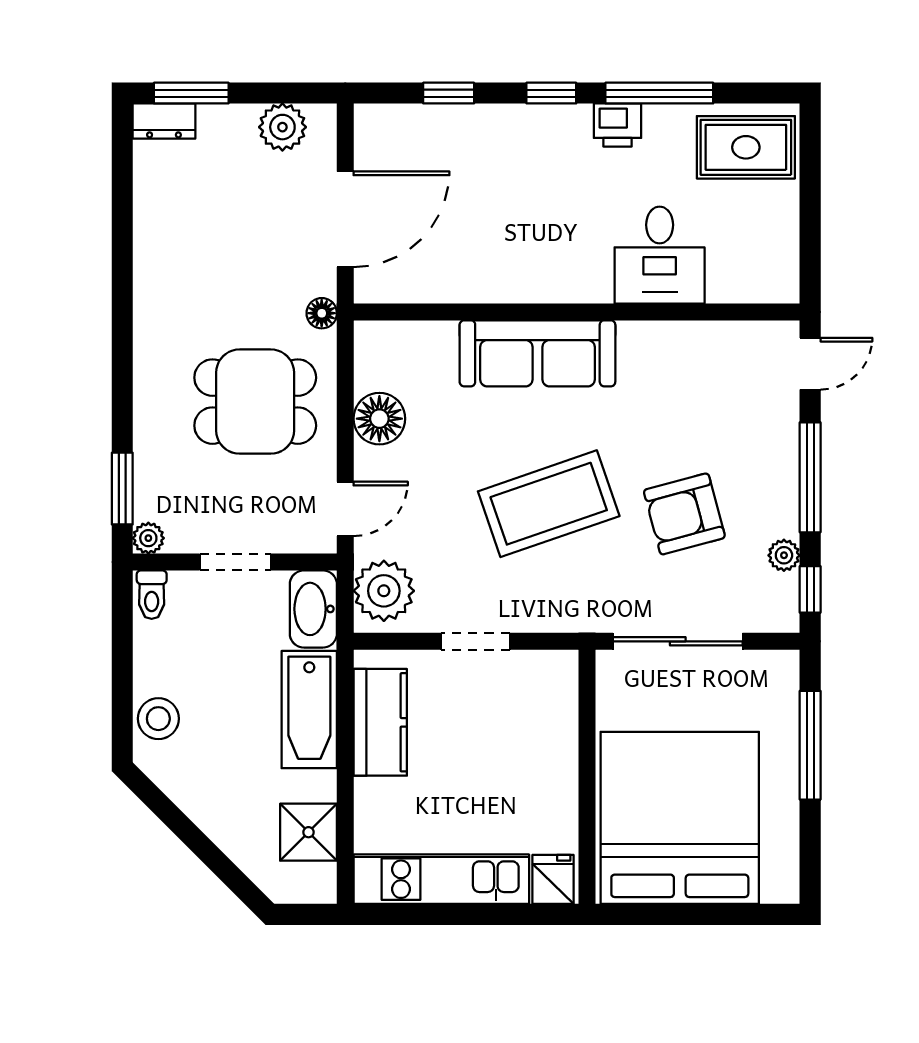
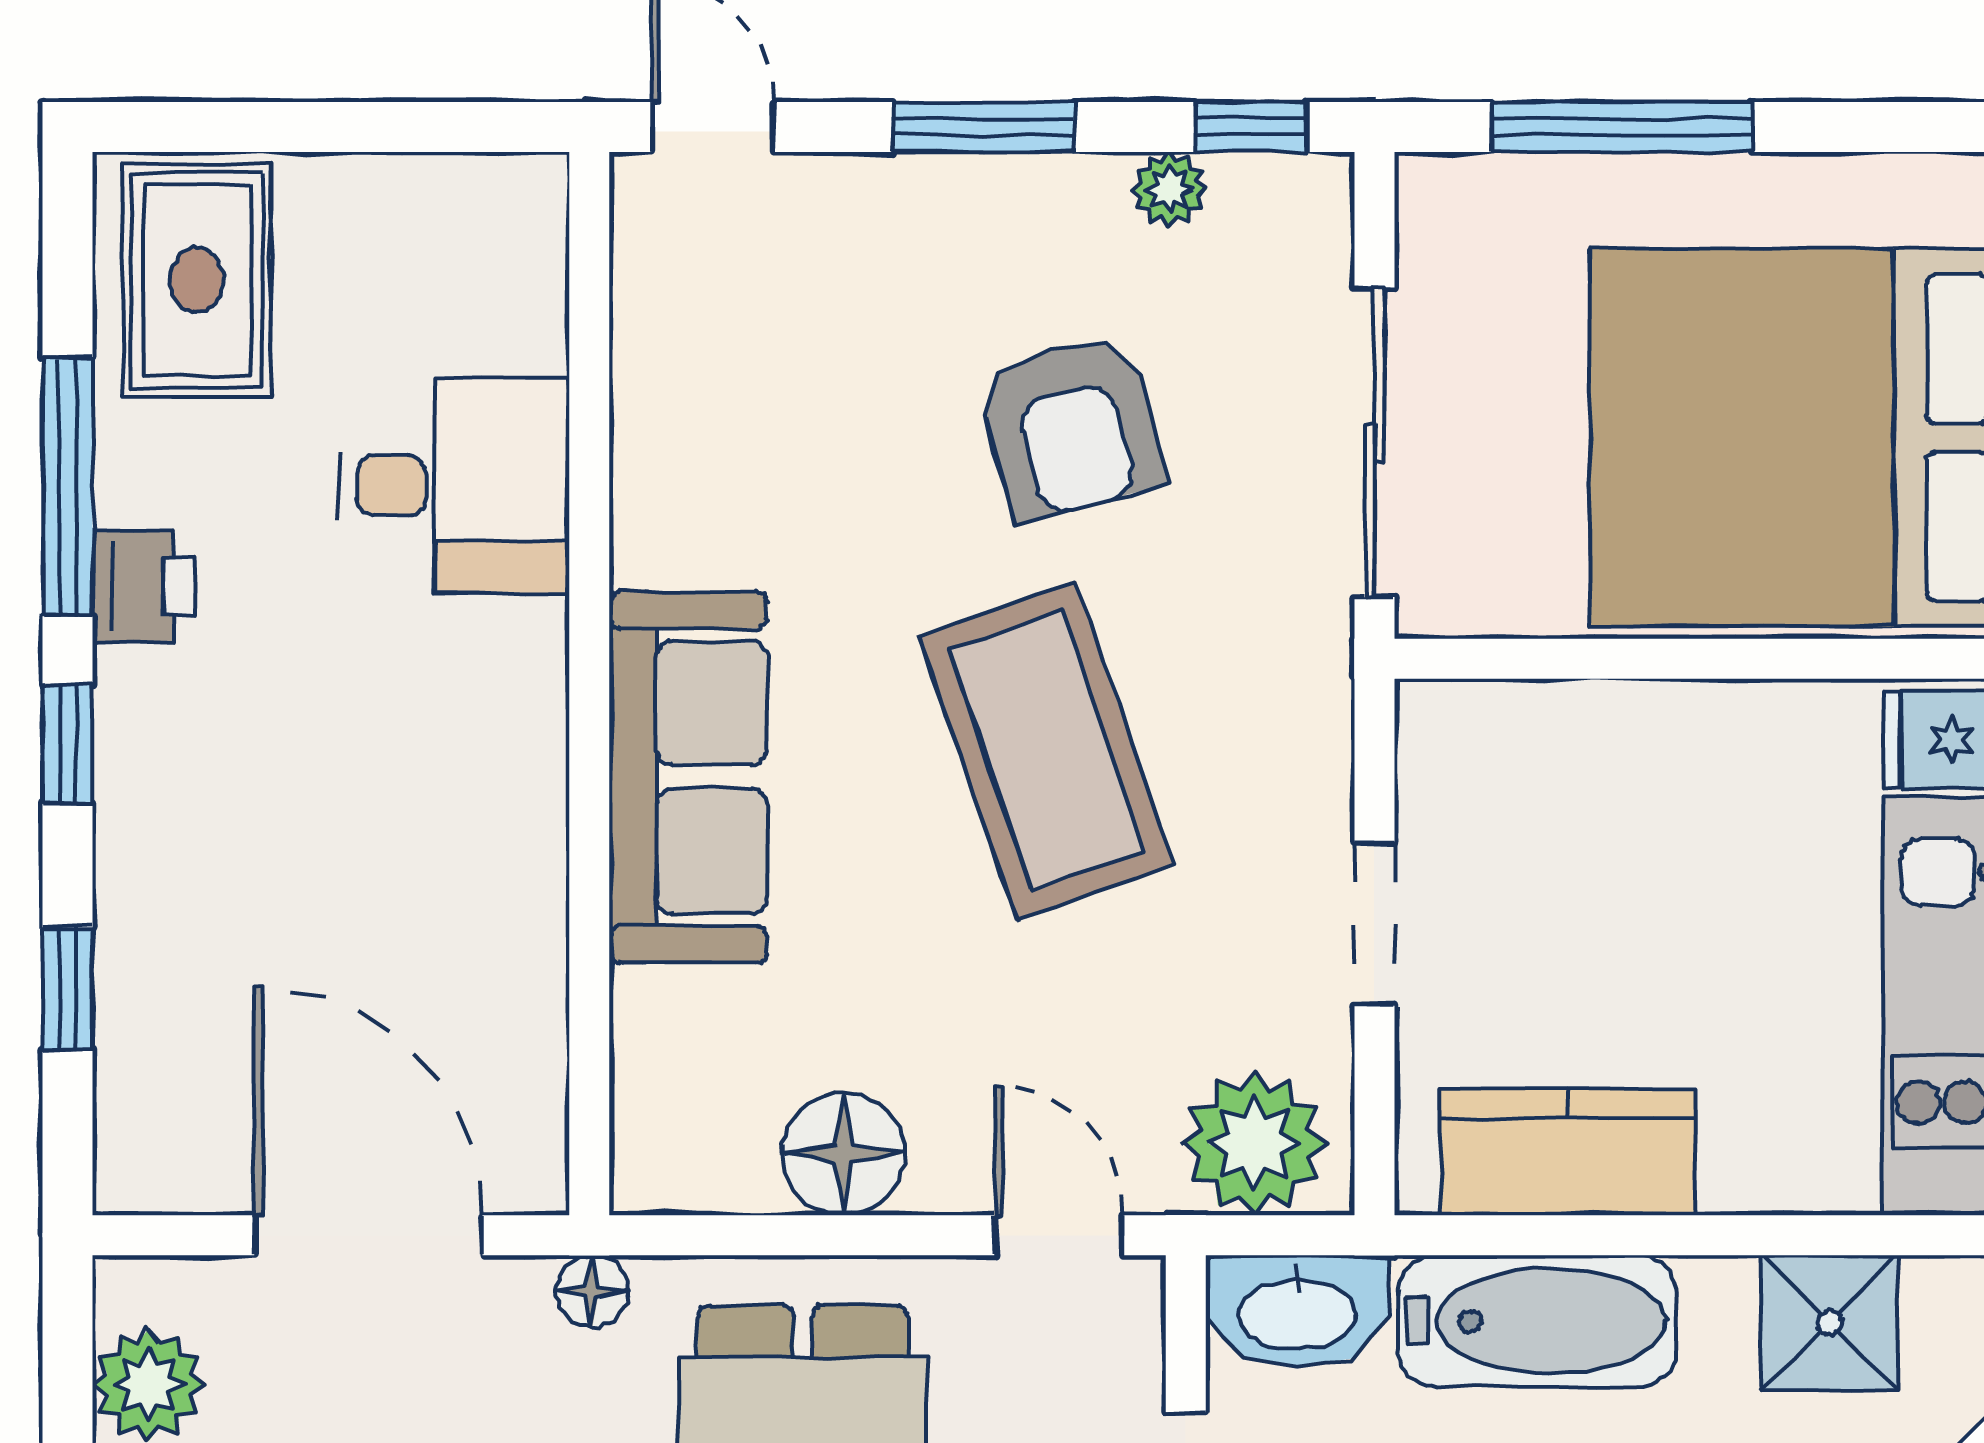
window: (810, 477) -> (984, 127), width x0.69

